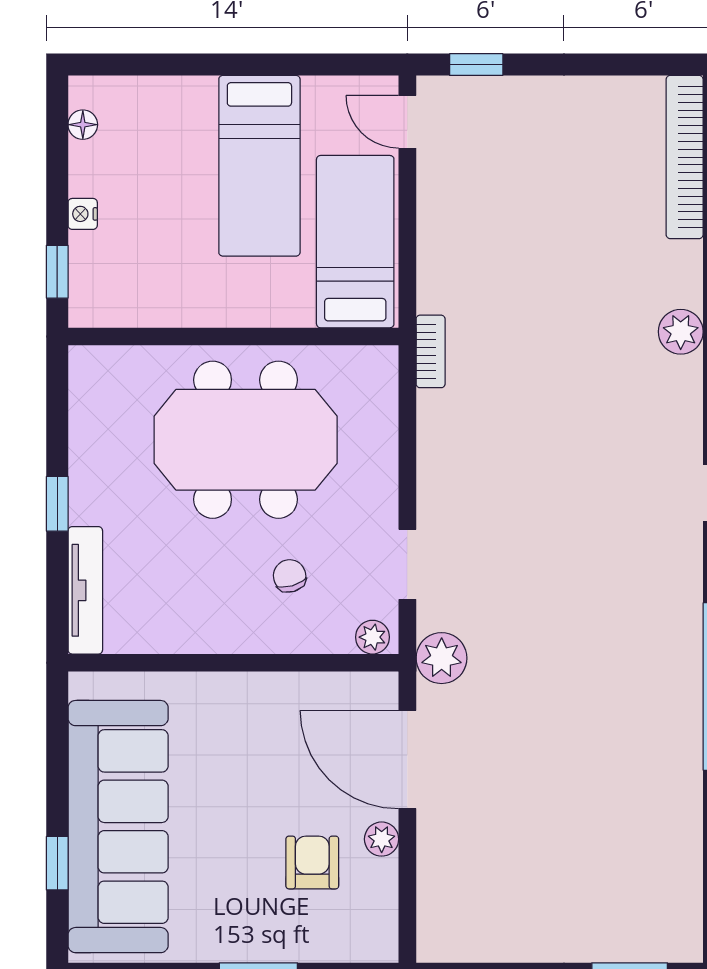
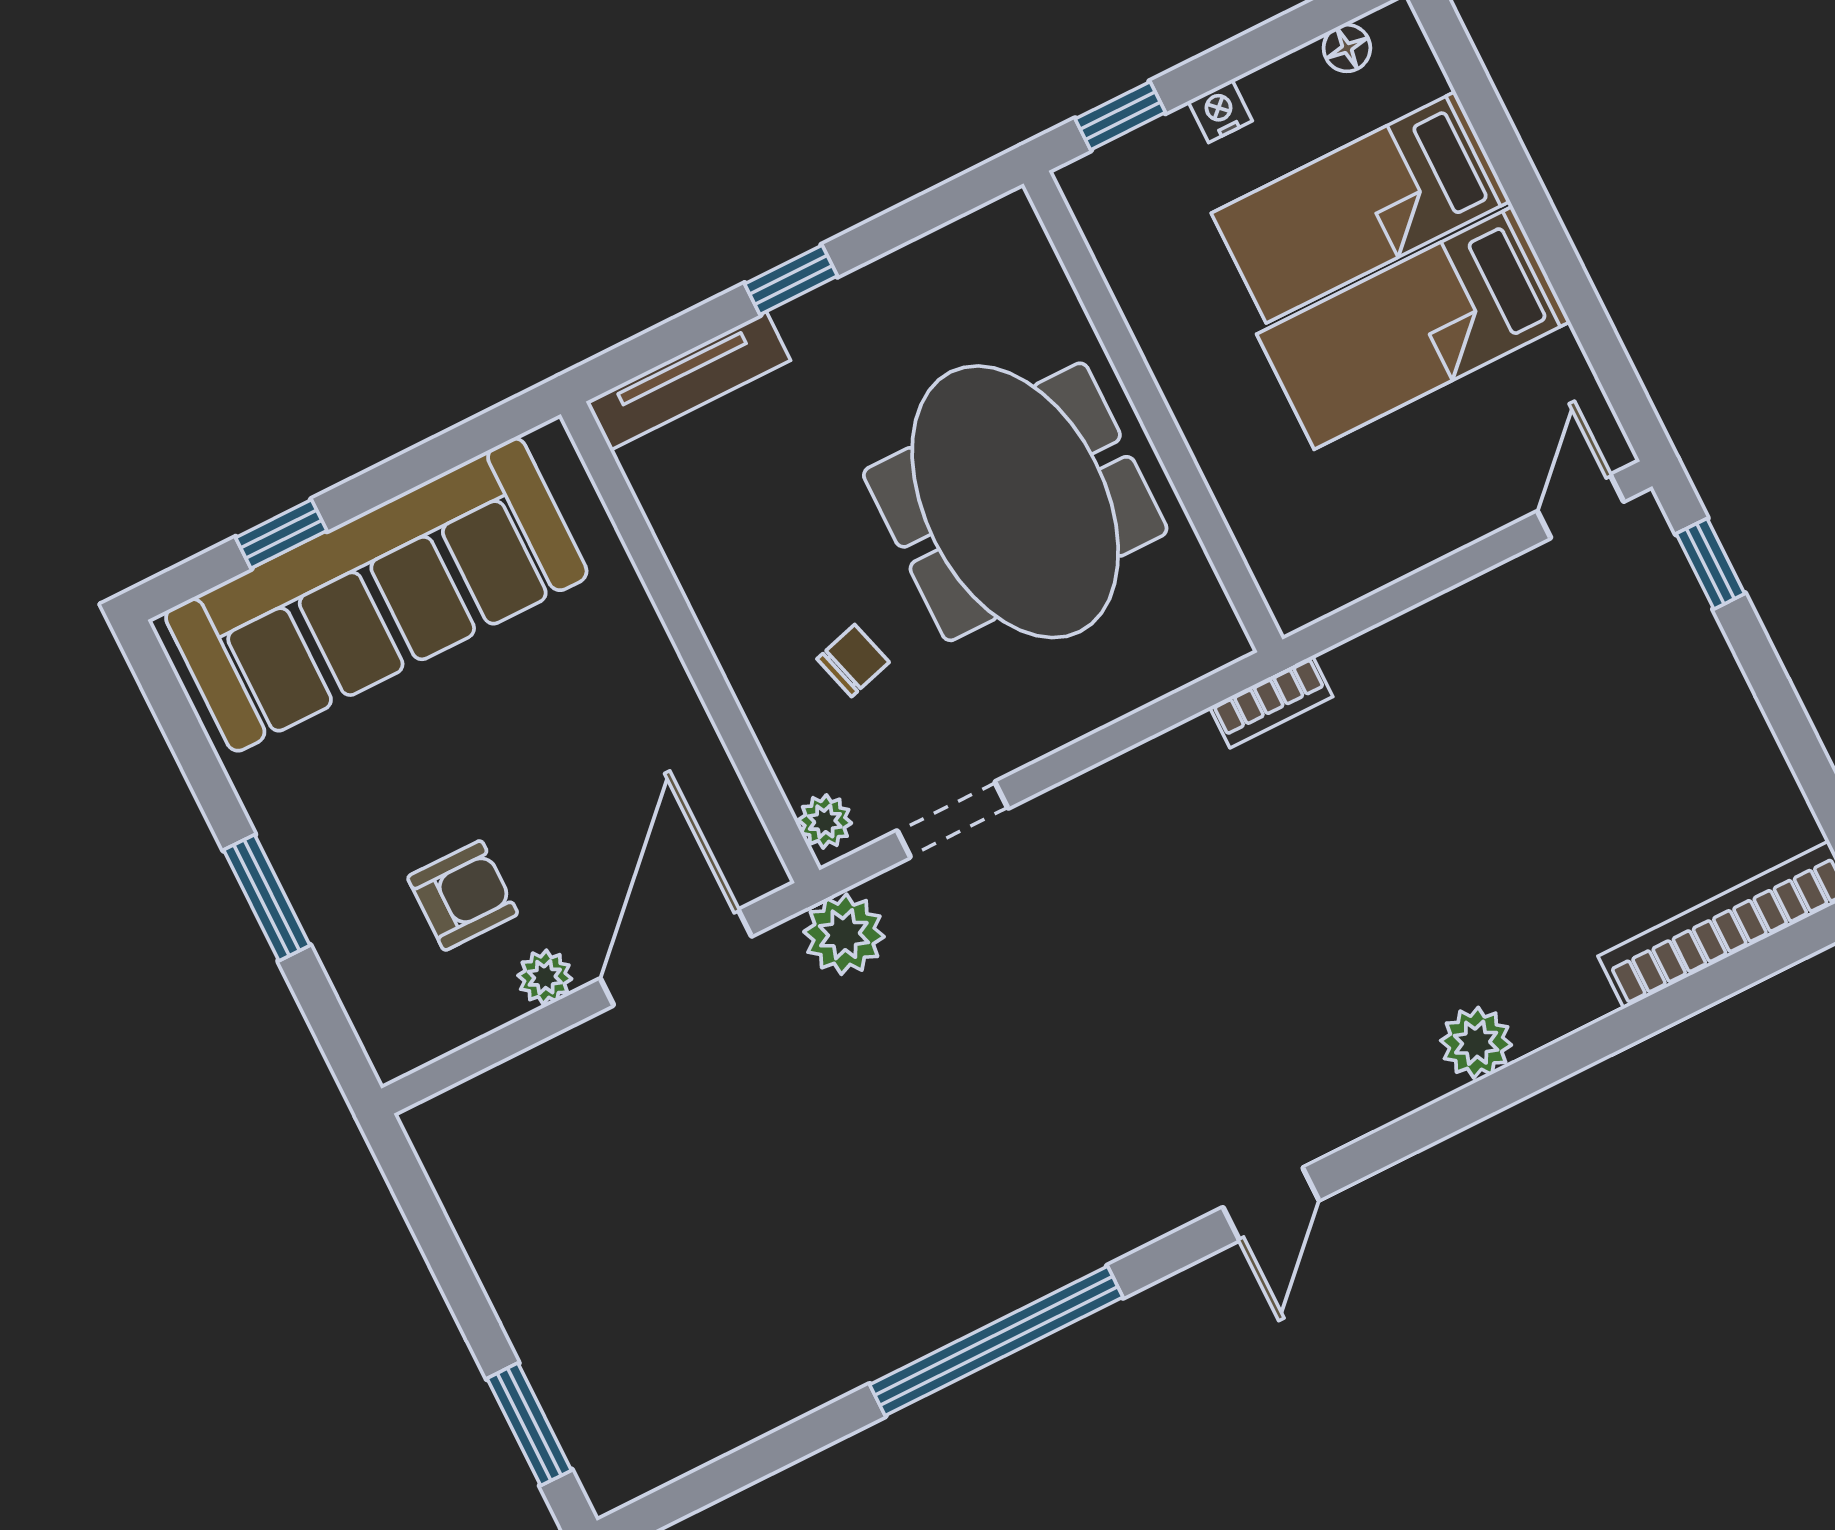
bed: (355, 242) -> (1361, 207), moved, turned 180

